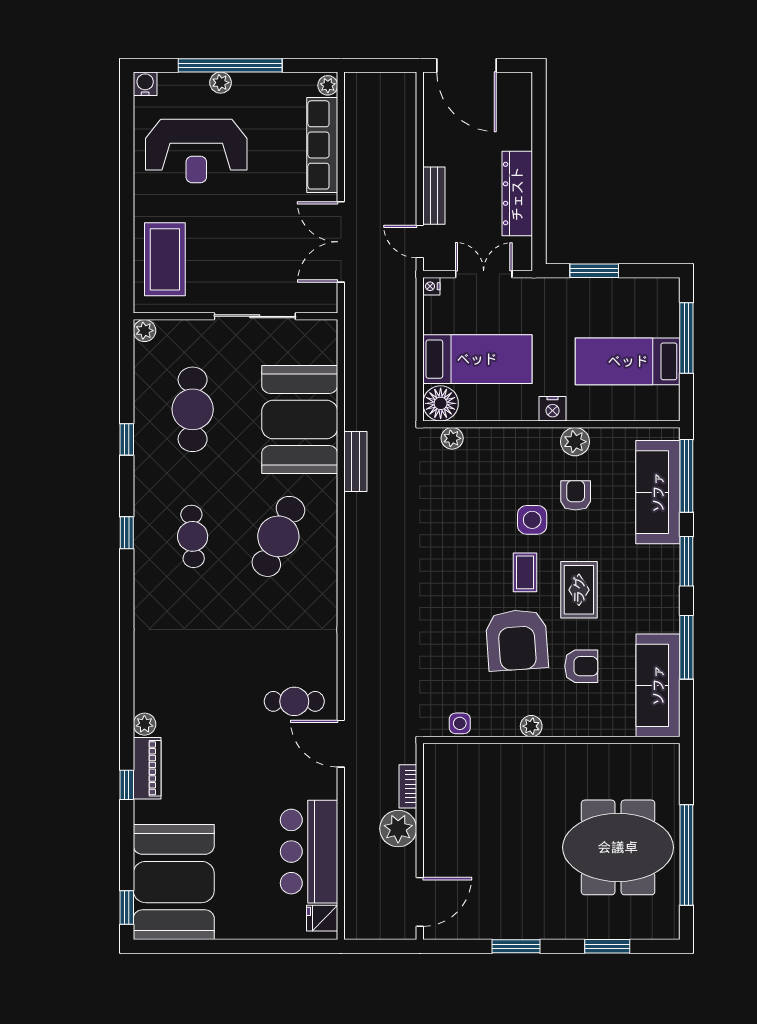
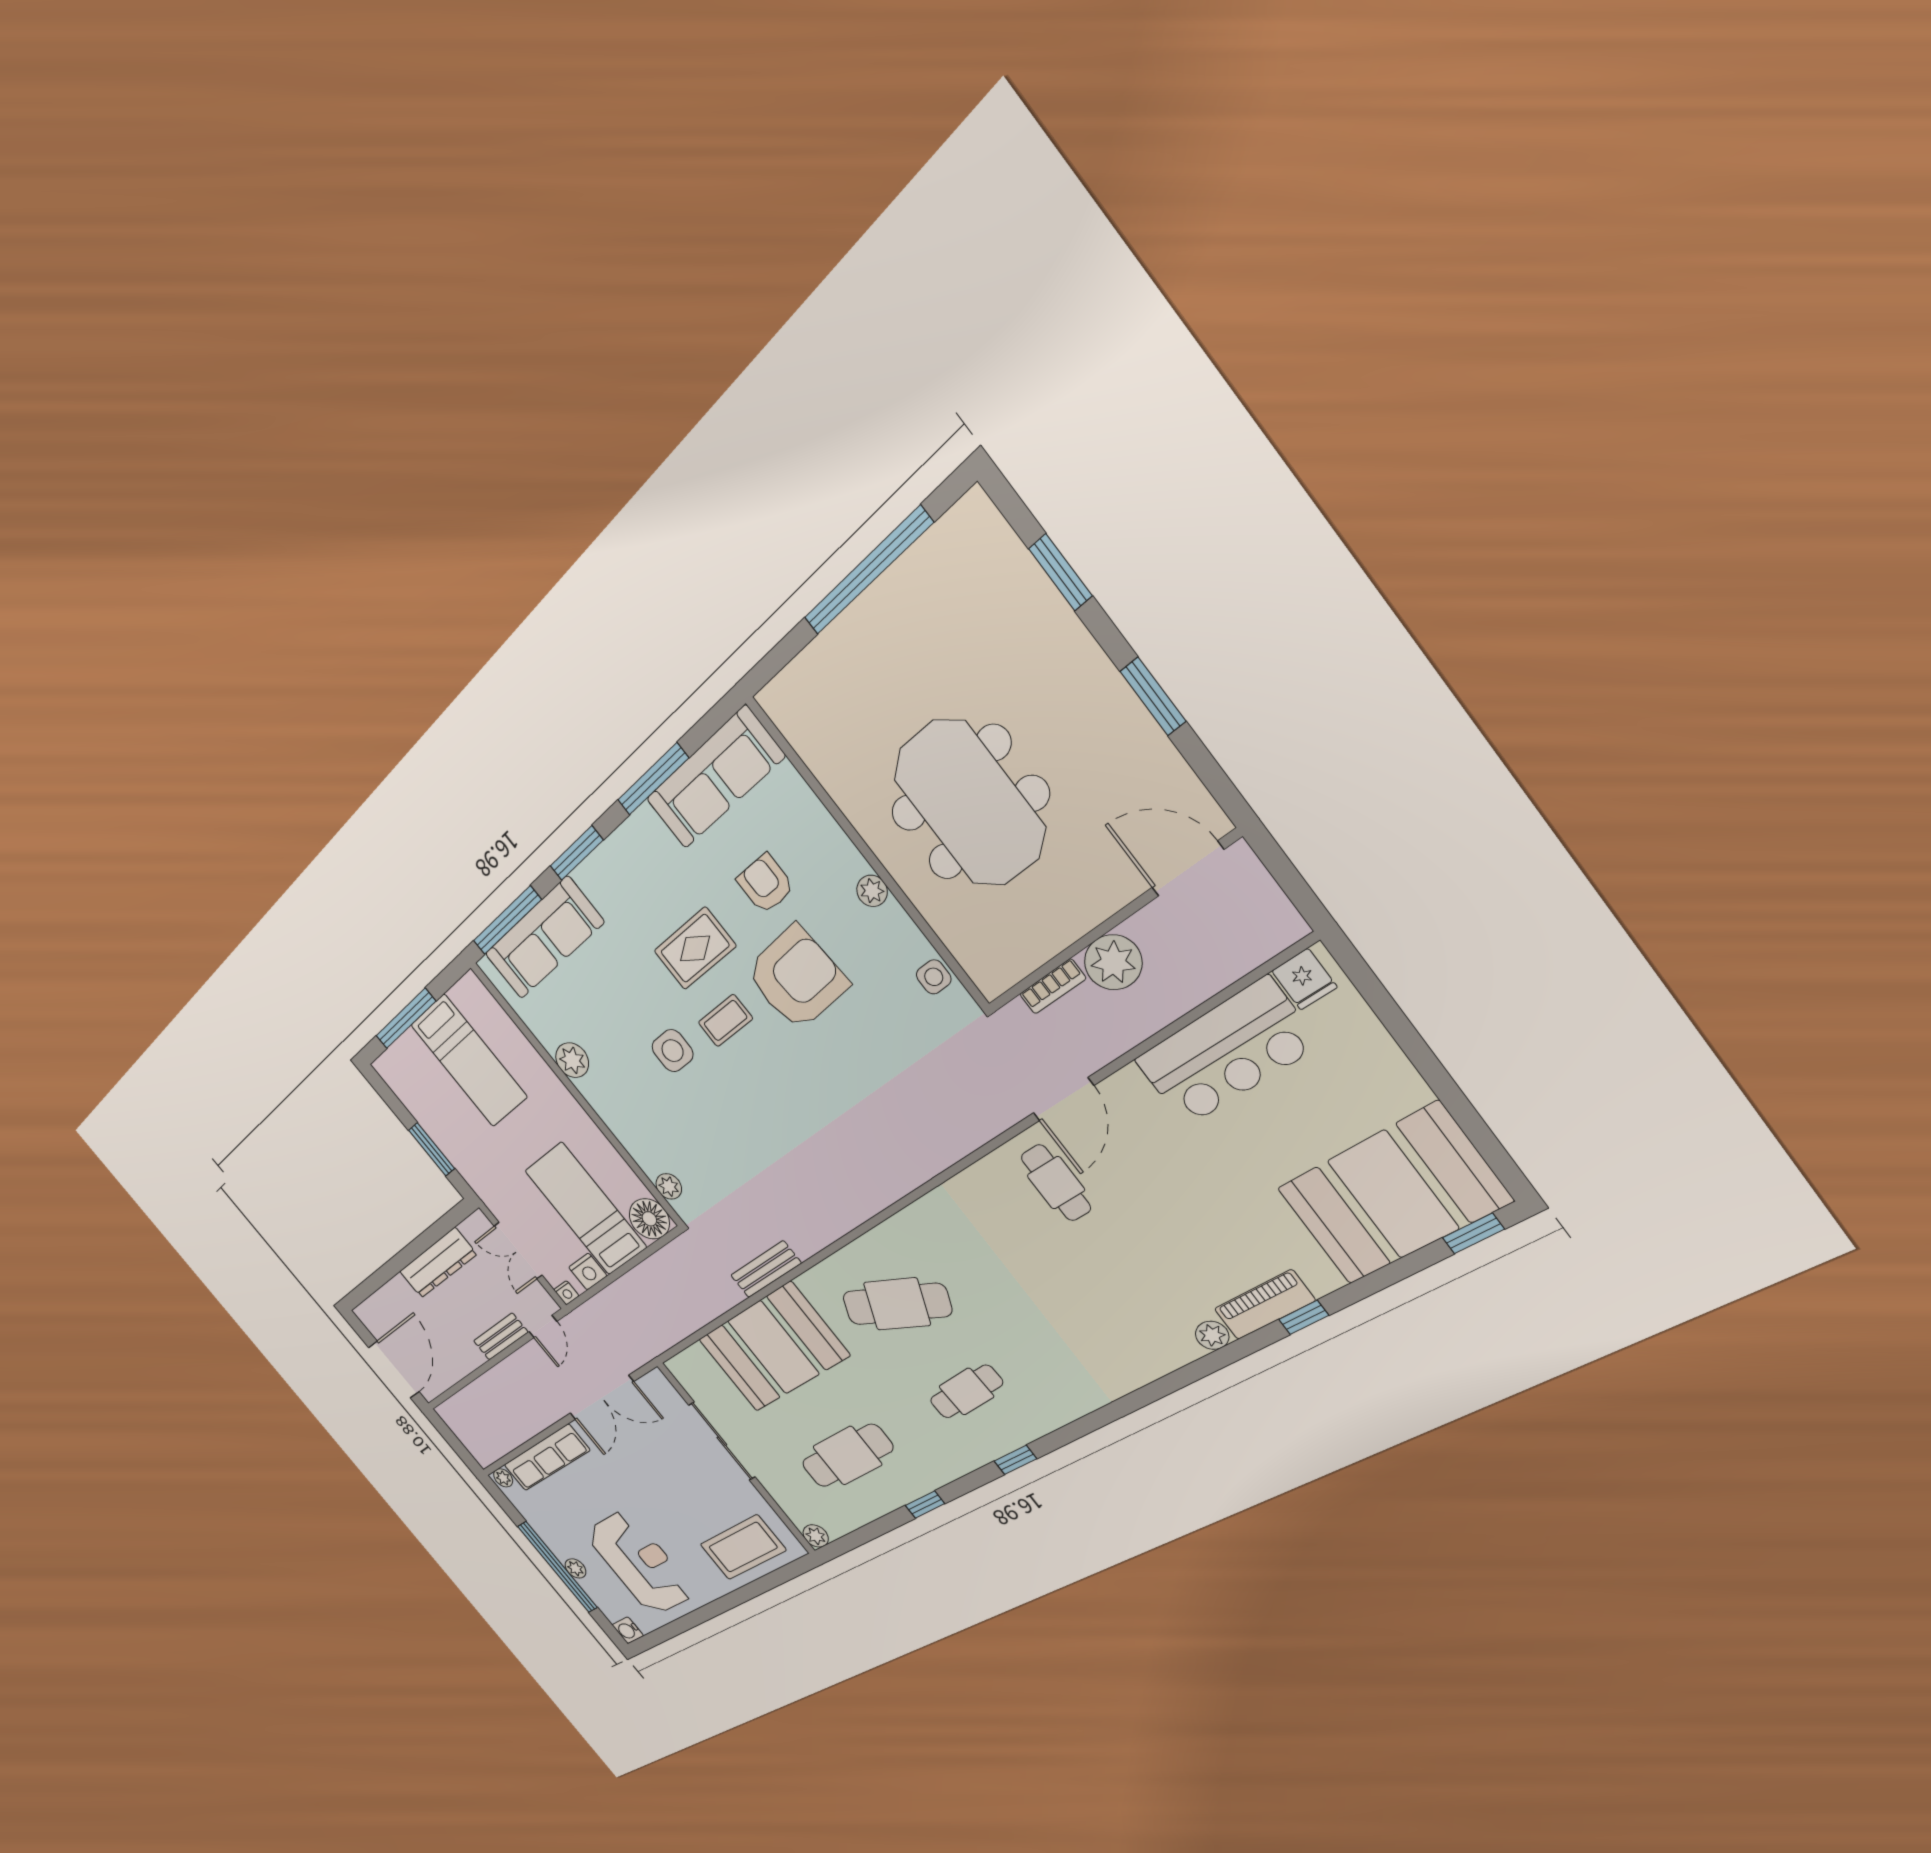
nightstand: (553, 409) -> (588, 1272), moved, turned 90
armchair: (576, 495) -> (615, 1022), removed
meeting table: (618, 847) -> (969, 803), moved

